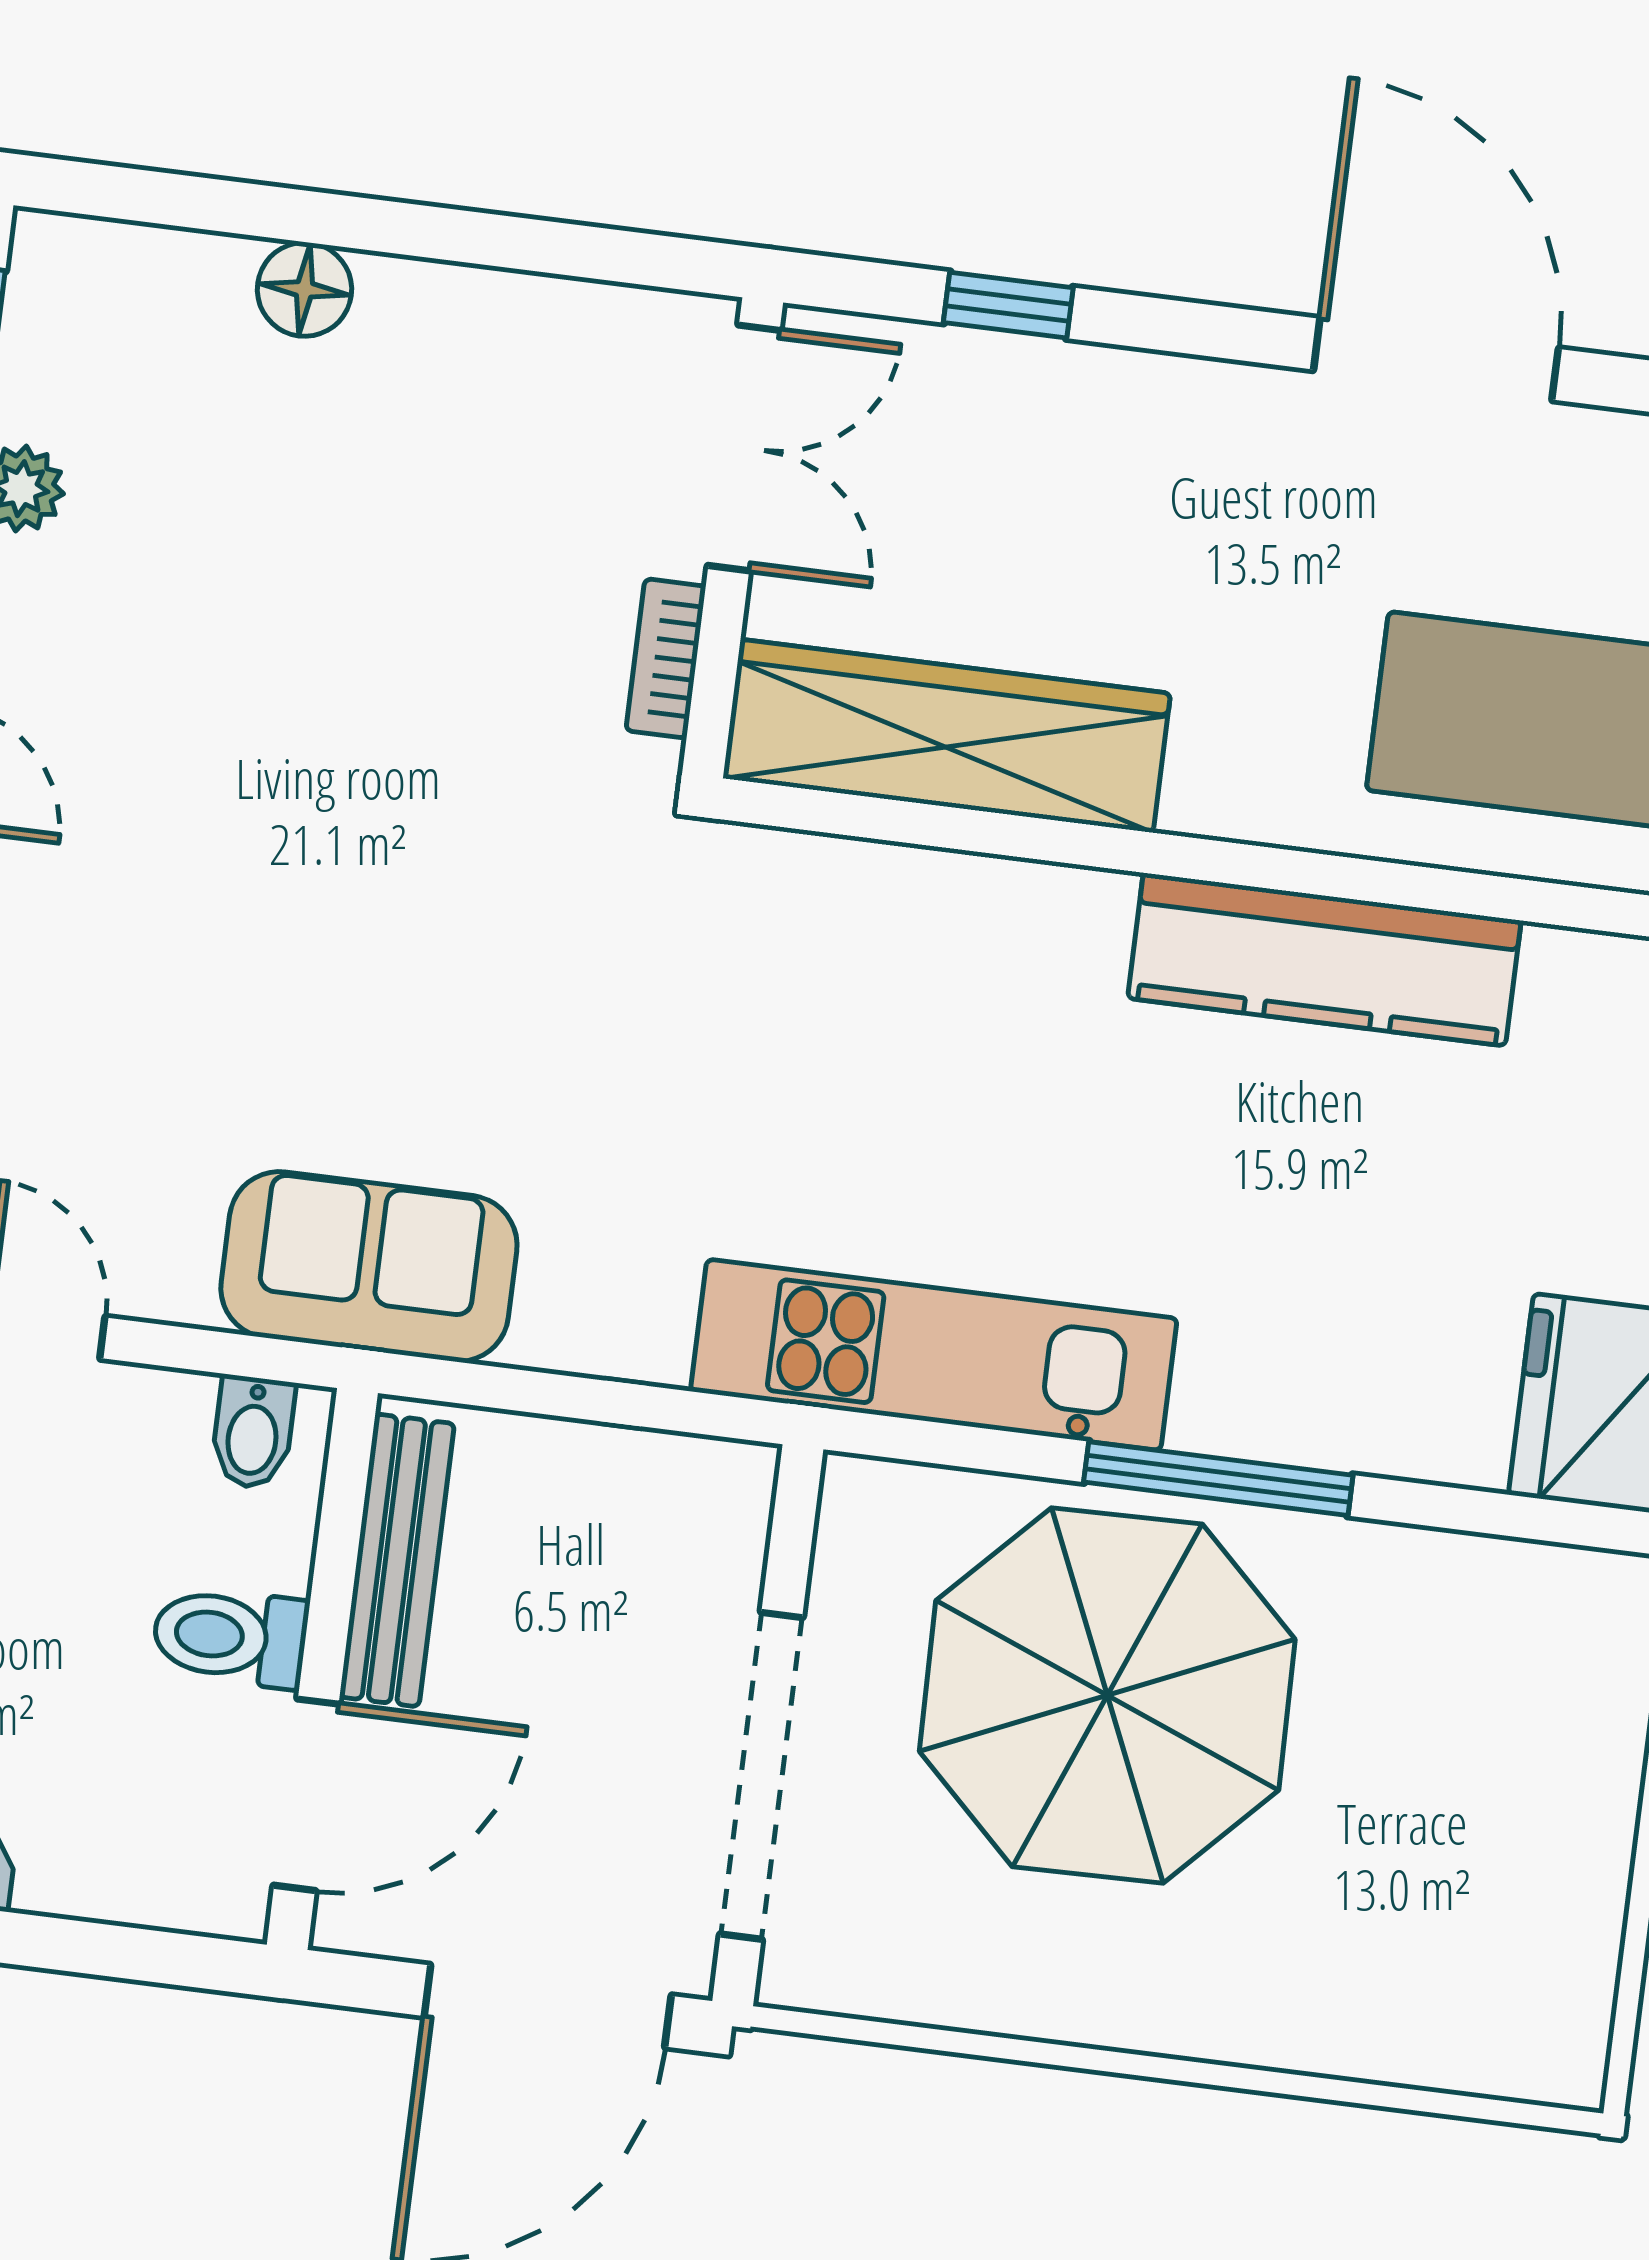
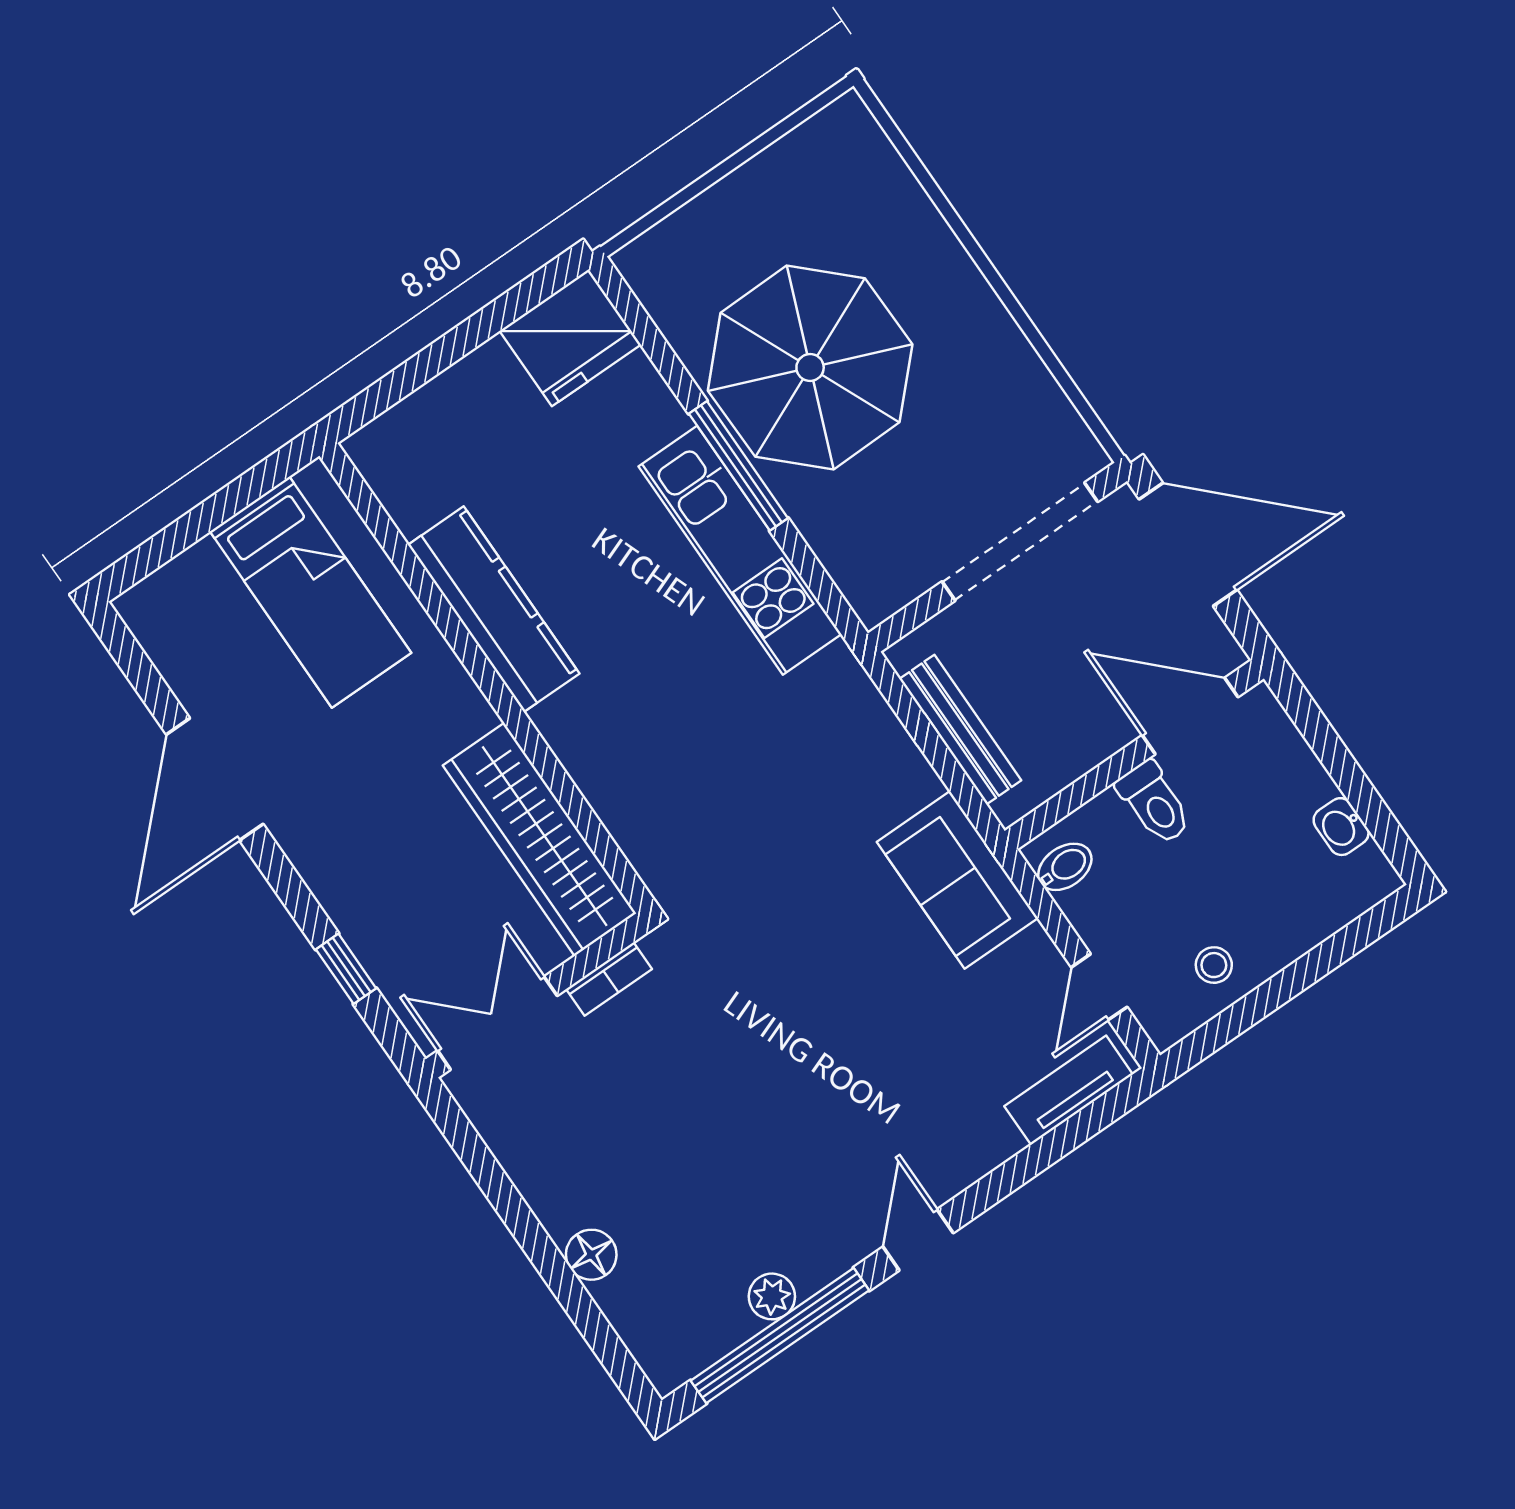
kitchen unit: (934, 1355) -> (740, 550), moved
bench: (397, 1560) -> (960, 730), moved, turned 90
parasol: (1107, 1695) -> (810, 368), moved

